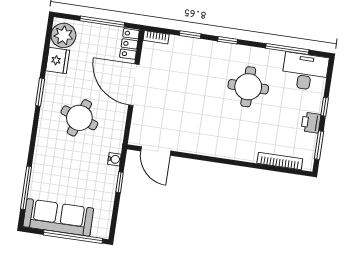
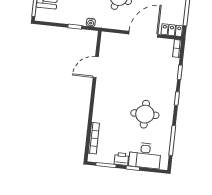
desk: (305, 72) -> (145, 155), moved, turned 90
door: (156, 151) -> (96, 67), moved

